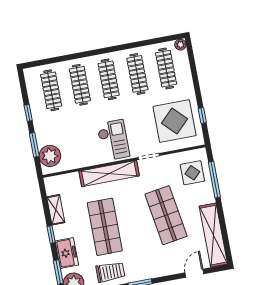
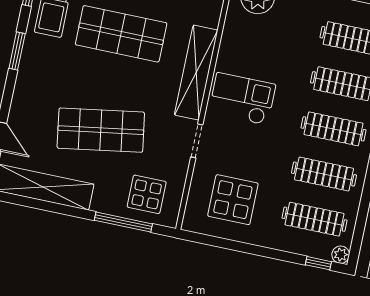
window: (202, 116) -> (318, 263), moved
display table: (175, 121) -> (233, 200), width x0.73, depth x0.73
checkout: (113, 140) -> (242, 99), turned 180

